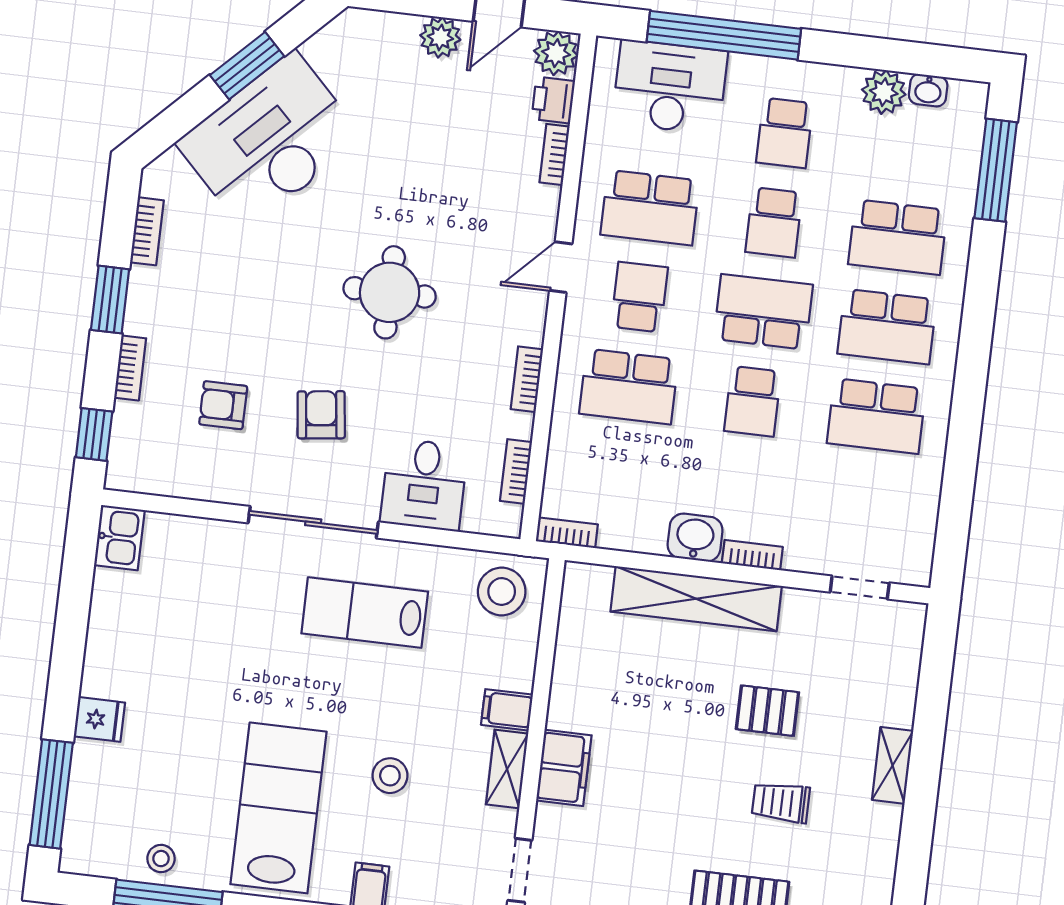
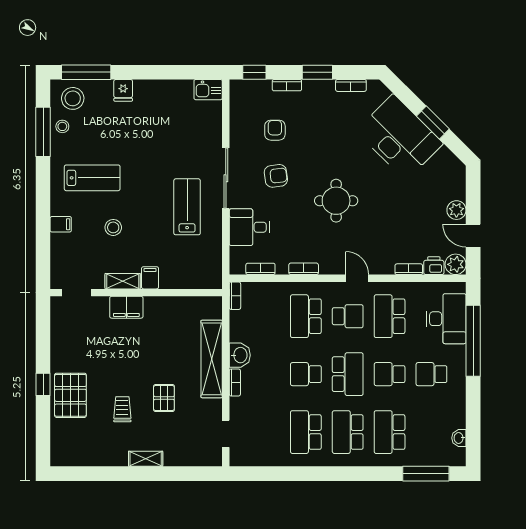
plant: (884, 92) -> (456, 418), removed
stool: (502, 591) -> (73, 98), moved
lab bench: (279, 808) -> (92, 178), width x0.73, depth x0.72

